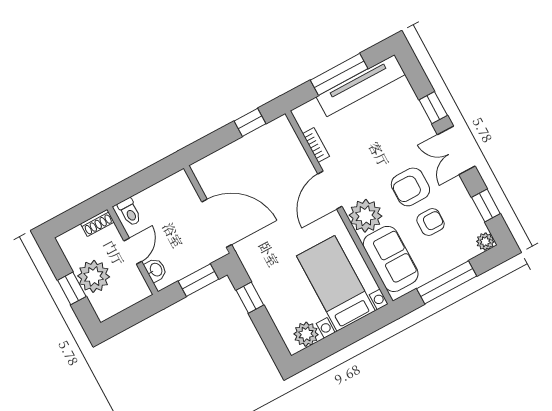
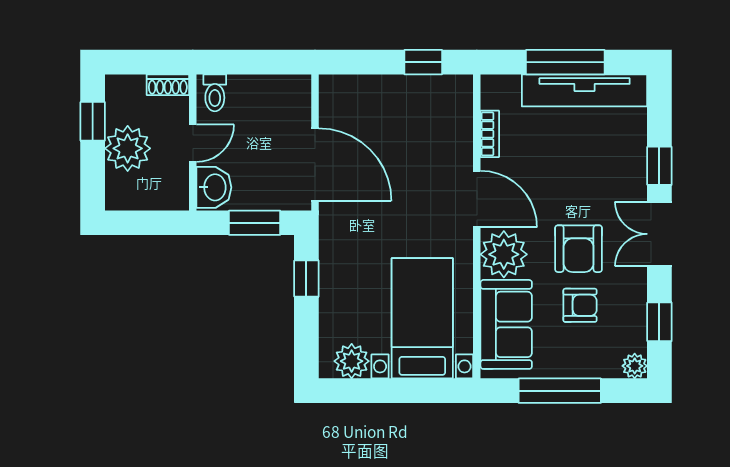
armchair: (410, 187) -> (579, 249), turned -90
door: (330, 190) -> (477, 199), swing flipped
washbasin: (156, 270) -> (214, 187), width x1.38, depth x1.45
window: (72, 288) -> (93, 121), moved

